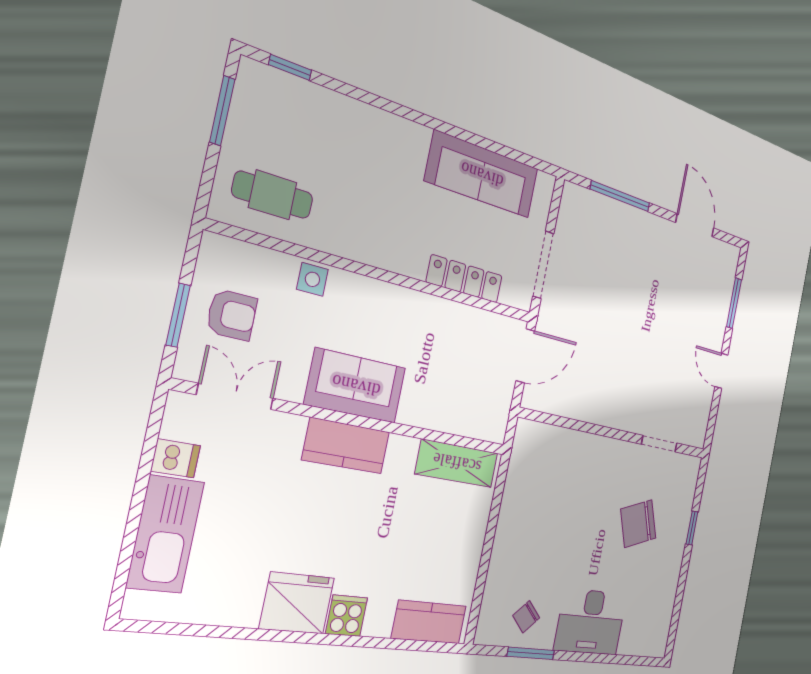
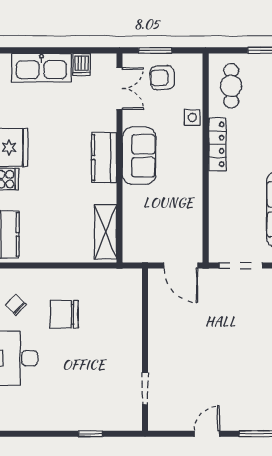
locker: (465, 279) -> (217, 144), moved
armchair: (232, 315) -> (162, 78), turned 88
chair: (638, 524) -> (64, 314), moved, turned -69

